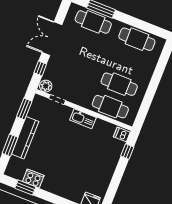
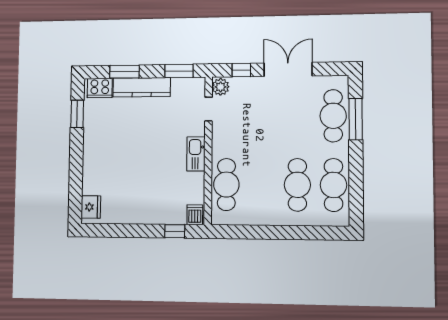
cafe table: (119, 84) -> (297, 185), moved
cooker: (33, 178) -> (100, 88), moved, turned 90

